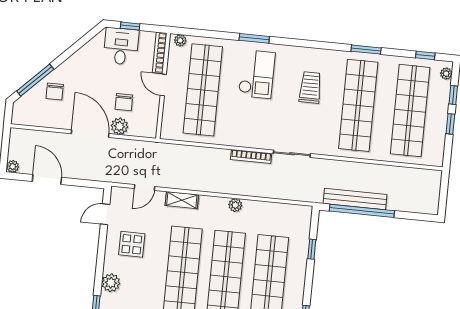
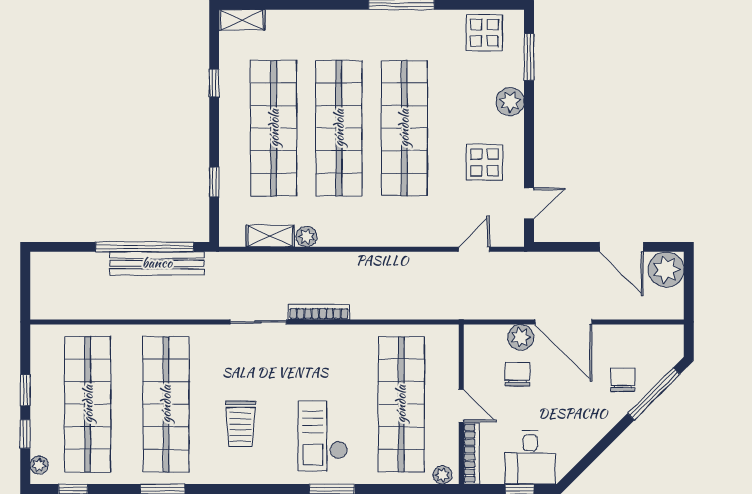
plant: (13, 166) -> (666, 269), width x1.87, depth x1.87
shelving: (182, 200) -> (270, 236), moved
plant: (235, 205) -> (307, 237), moved

